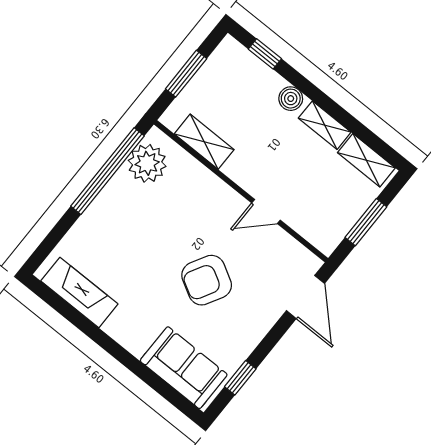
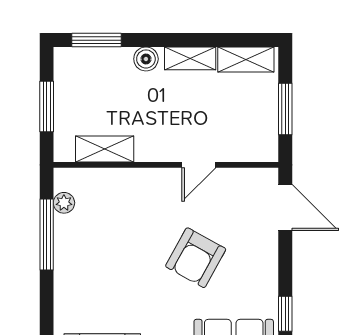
window: (265, 54) -> (97, 40), width x1.50
plant: (147, 163) -> (64, 203), width x0.53, depth x0.53
window: (107, 171) -> (47, 234), width x0.68

